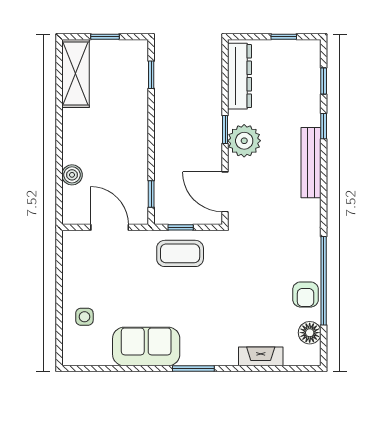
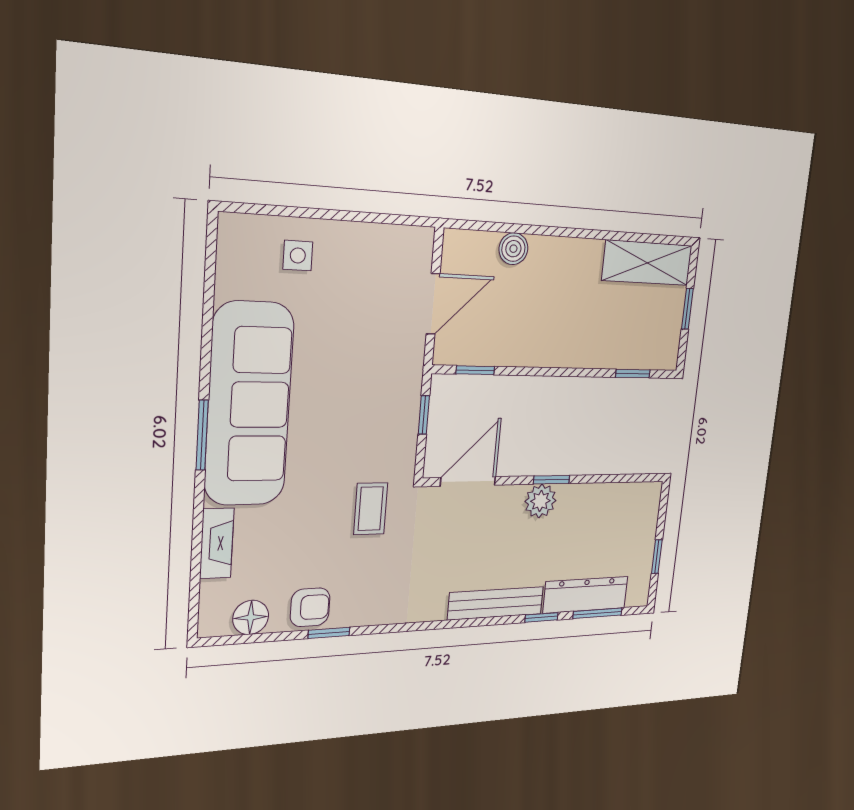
dresser: (240, 76) -> (586, 595), moved, turned 180
window: (324, 81) -> (598, 613), width x1.50
plant: (244, 141) -> (540, 501), width x0.73, depth x0.73
coffee table: (180, 253) -> (371, 509), moved, width x0.73, depth x0.77
window: (324, 281) -> (329, 633), width x0.32
armchair: (306, 294) -> (310, 607), turned 180
sofa: (146, 346) -> (249, 405), width x1.85, depth x1.27

